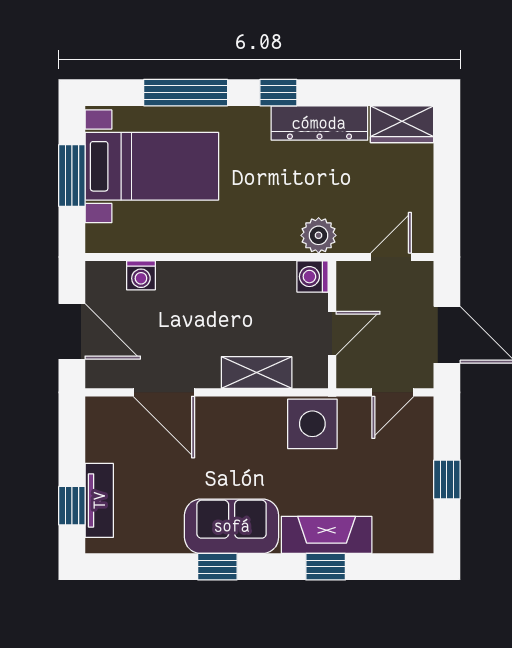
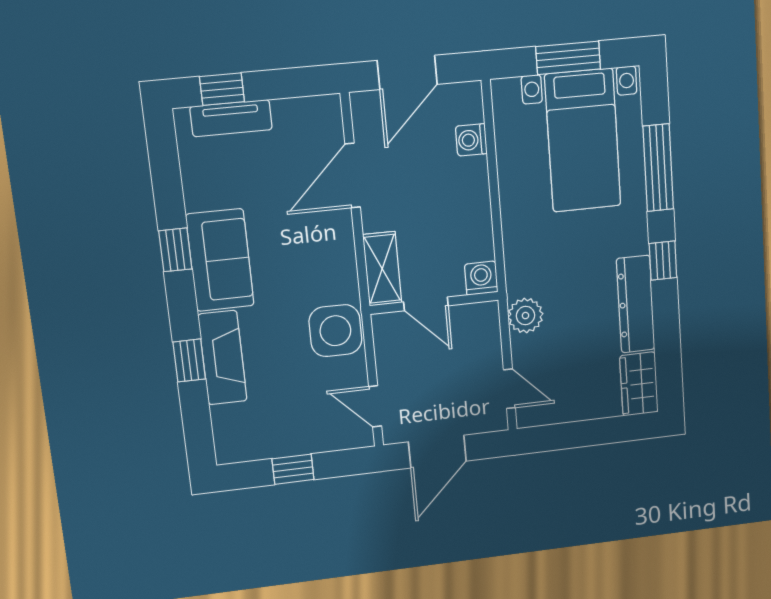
washing machine: (313, 277) -> (481, 278), moved
wall: (332, 325) -> (434, 303), moved
door: (332, 333) -> (426, 304), moved

